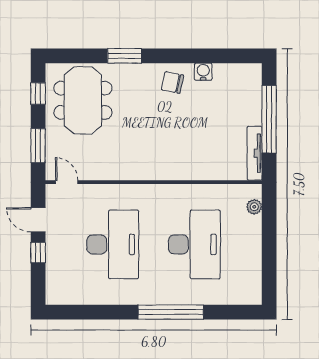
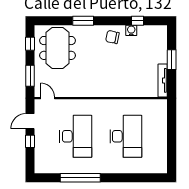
window: (213, 56) -> (137, 21), added
window: (269, 119) -> (172, 60), width x0.47
plant: (254, 207) -> (163, 113), removed
door: (38, 220) -> (30, 121), hinge flipped
window: (171, 312) -> (80, 178), moved

